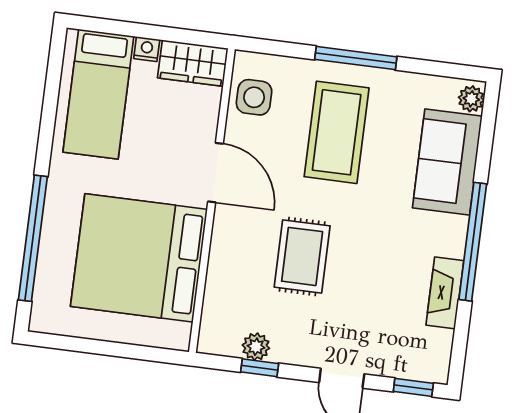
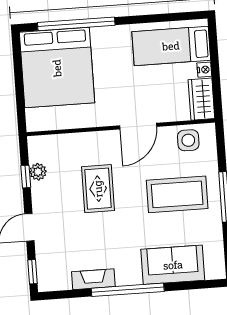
plant: (471, 99) -> (214, 272), removed
rug: (302, 256) -> (98, 189), turned 90
bed: (139, 258) -> (57, 68), moved, turned 180

